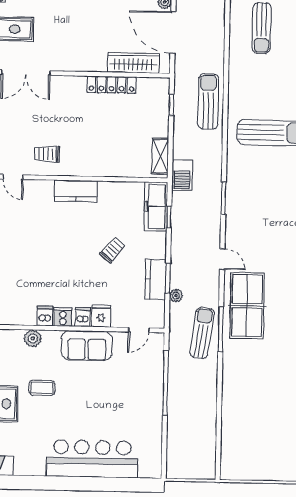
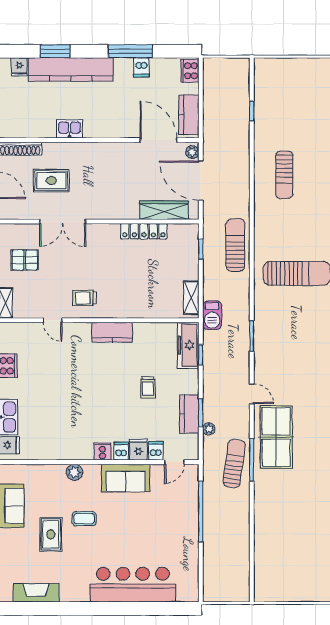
trolley: (112, 250) -> (148, 387), turned 139
dishwasher: (45, 316) -> (156, 451), moved

